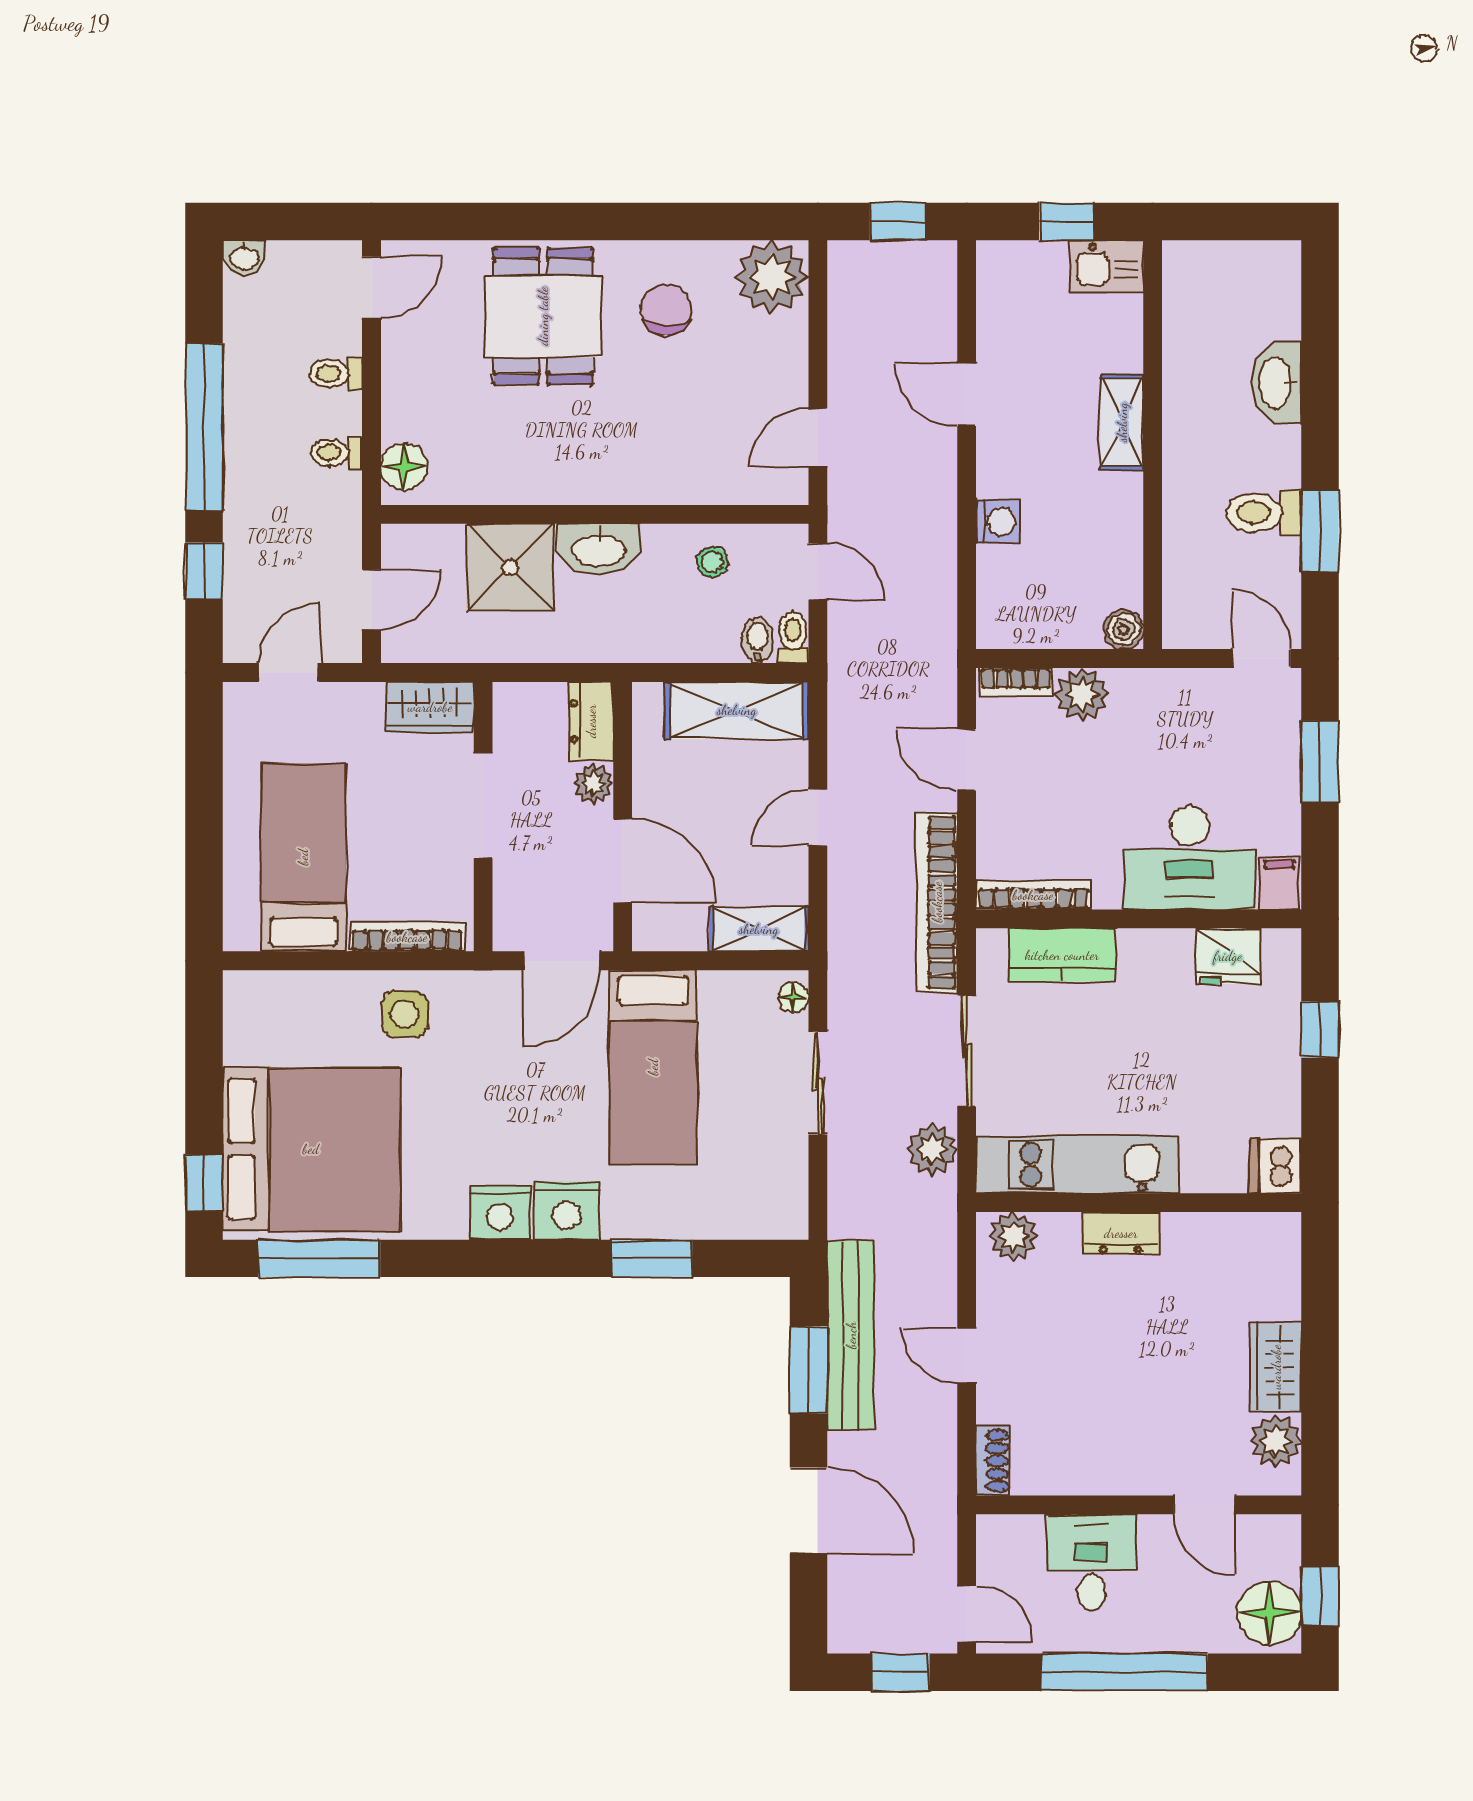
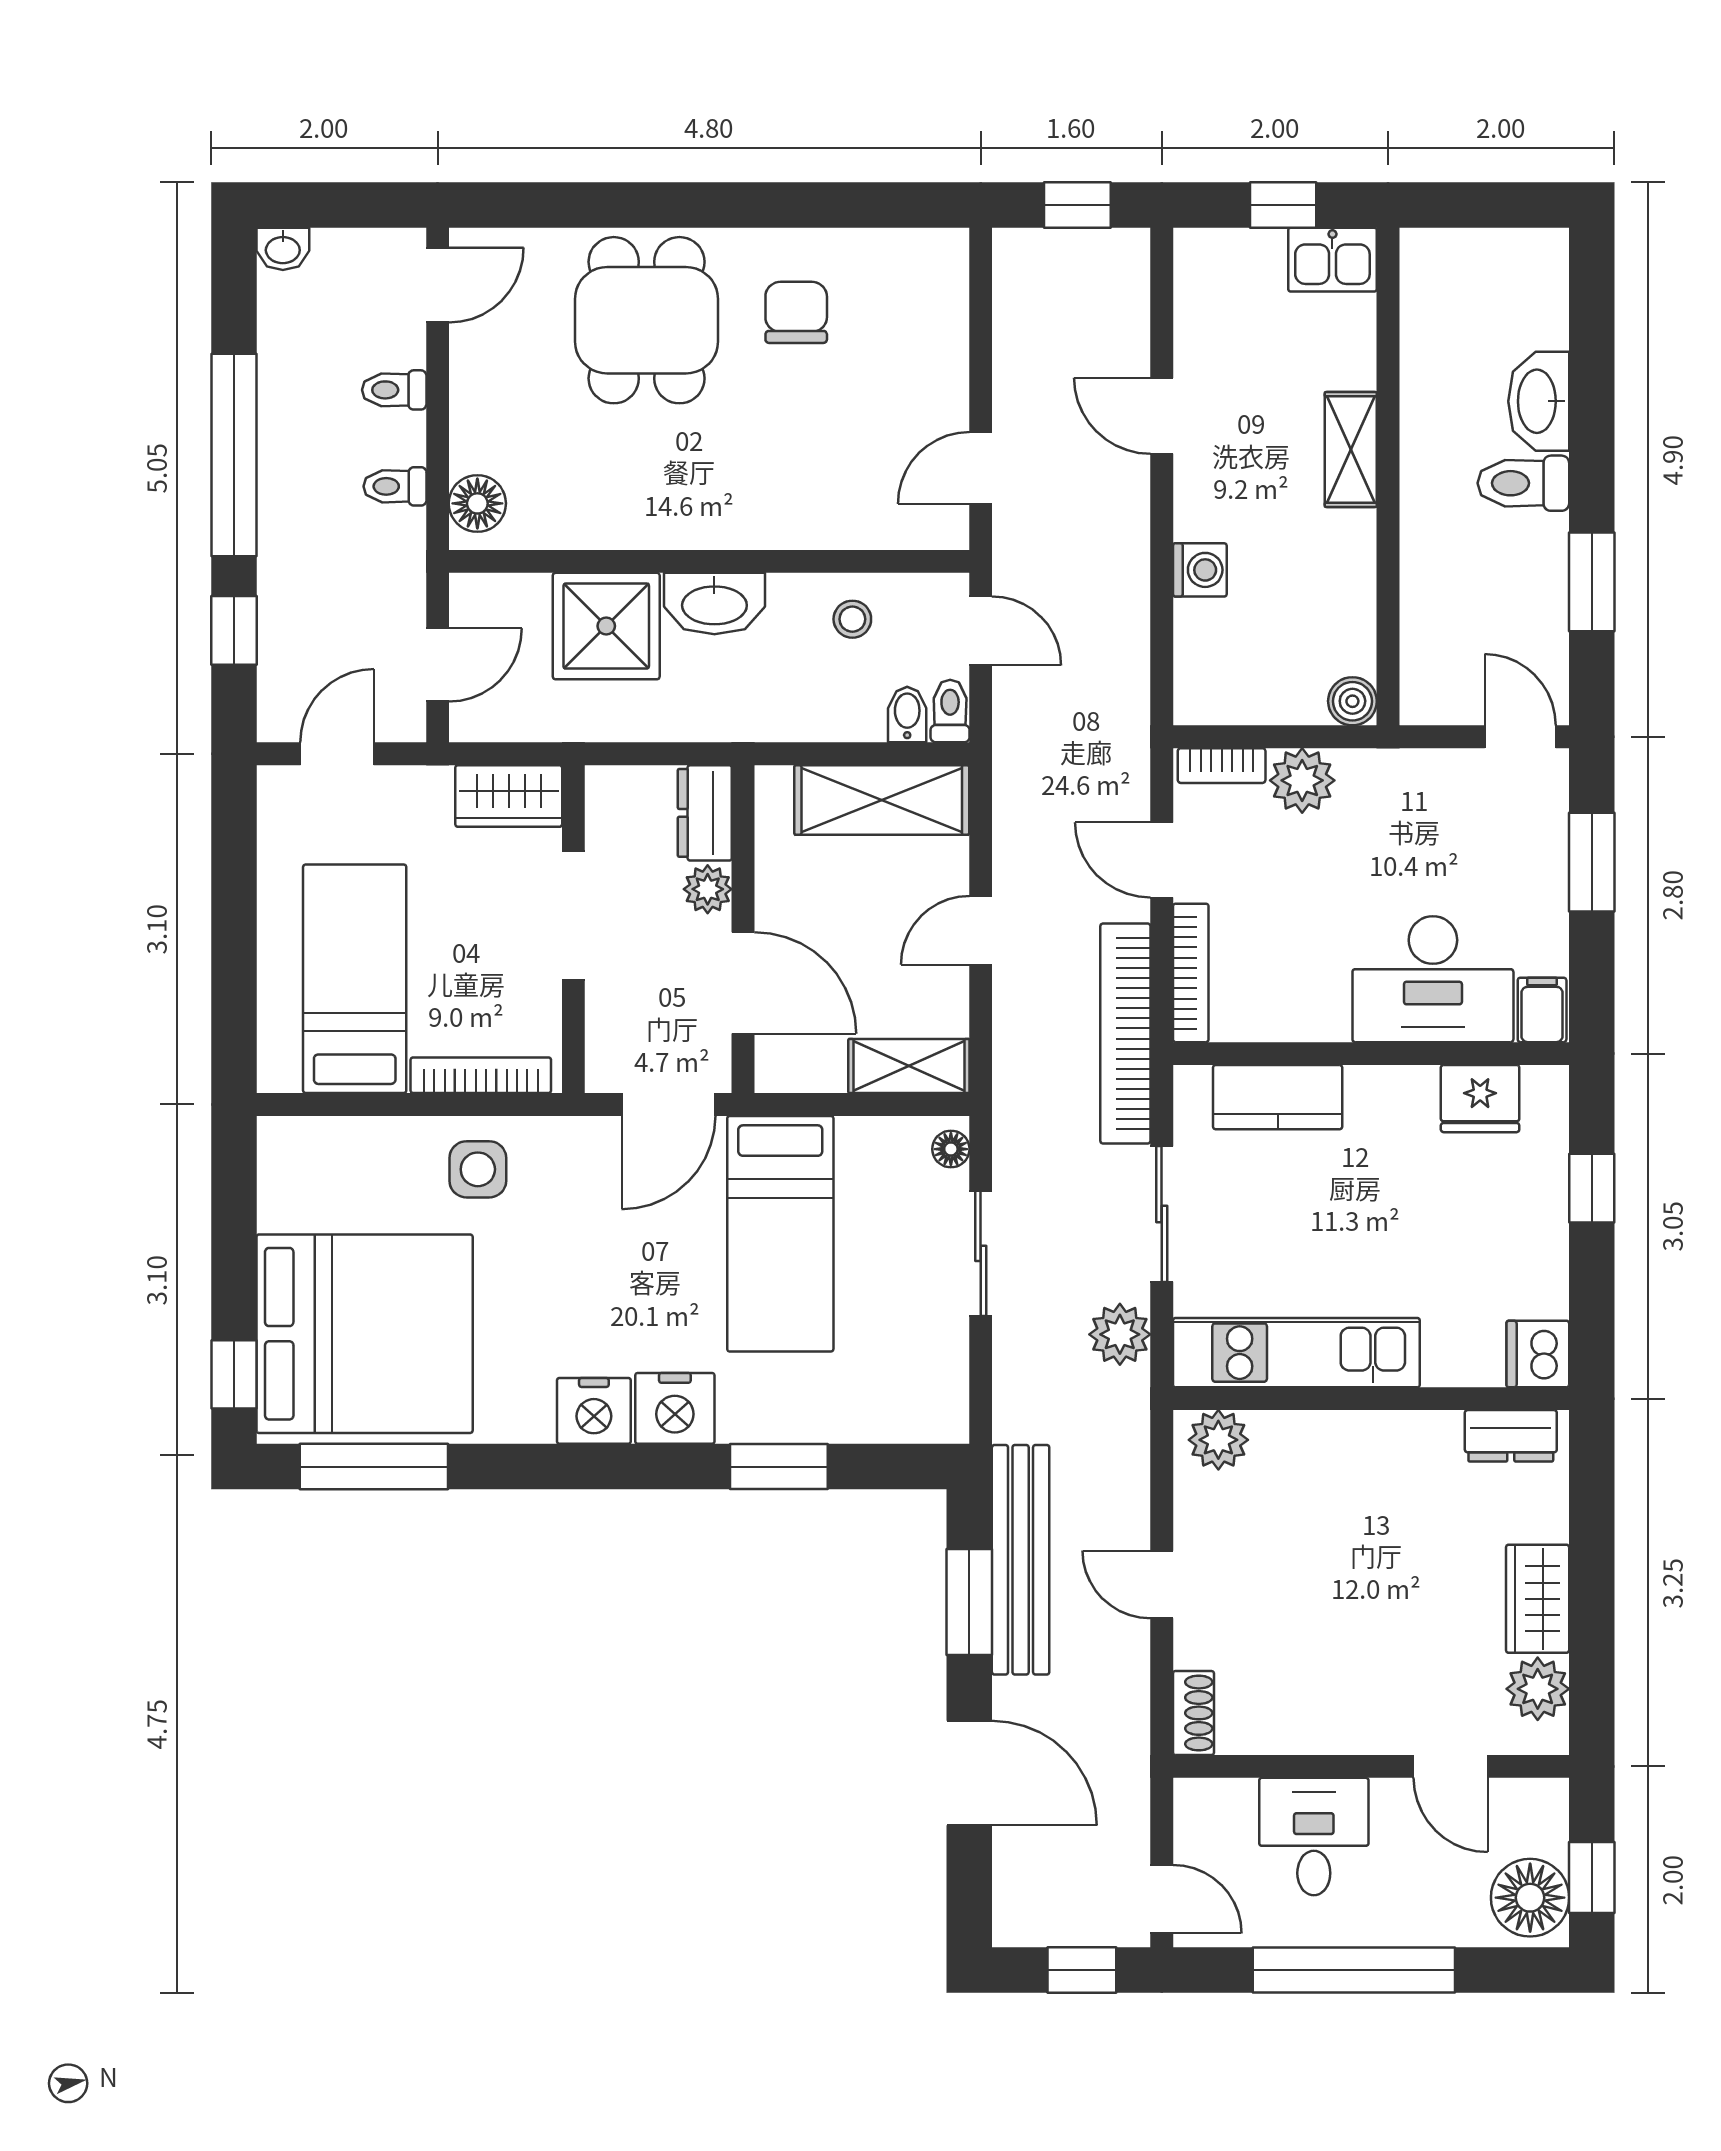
plant: (772, 277) -> (925, 272), removed
toilet: (1264, 513) -> (1523, 483), moved
bookcase: (1033, 895) -> (1191, 973), moved, turned 90
dresser: (1121, 1233) -> (1511, 1436), moved

